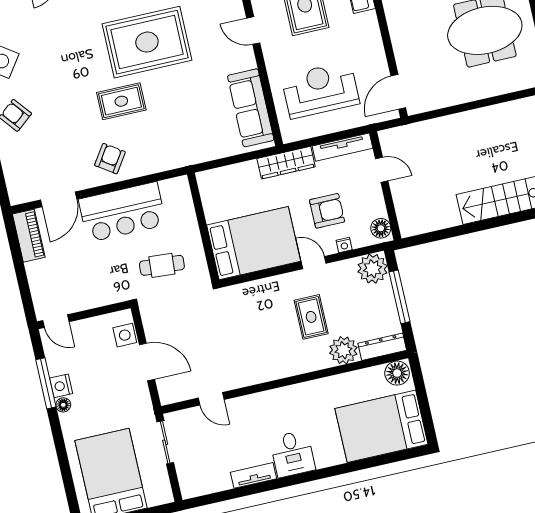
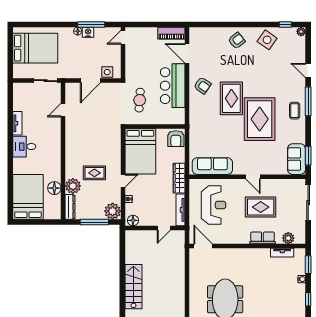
door: (253, 31) -> (253, 177), swing flipped
rug: (121, 101) -> (231, 98), width x1.36, depth x1.43
armchair: (327, 211) -> (176, 139), moved
floor lamp: (397, 373) -> (54, 188), moved

